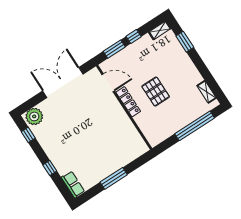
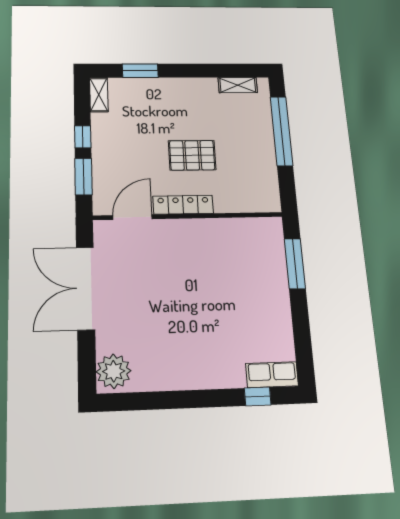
window: (28, 135) -> (140, 401), removed
window: (50, 168) -> (258, 396), moved
window: (114, 178) -> (295, 264), moved

